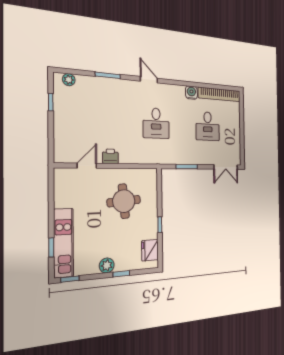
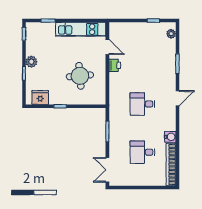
kitchen unit: (63, 243) -> (81, 29), moved

